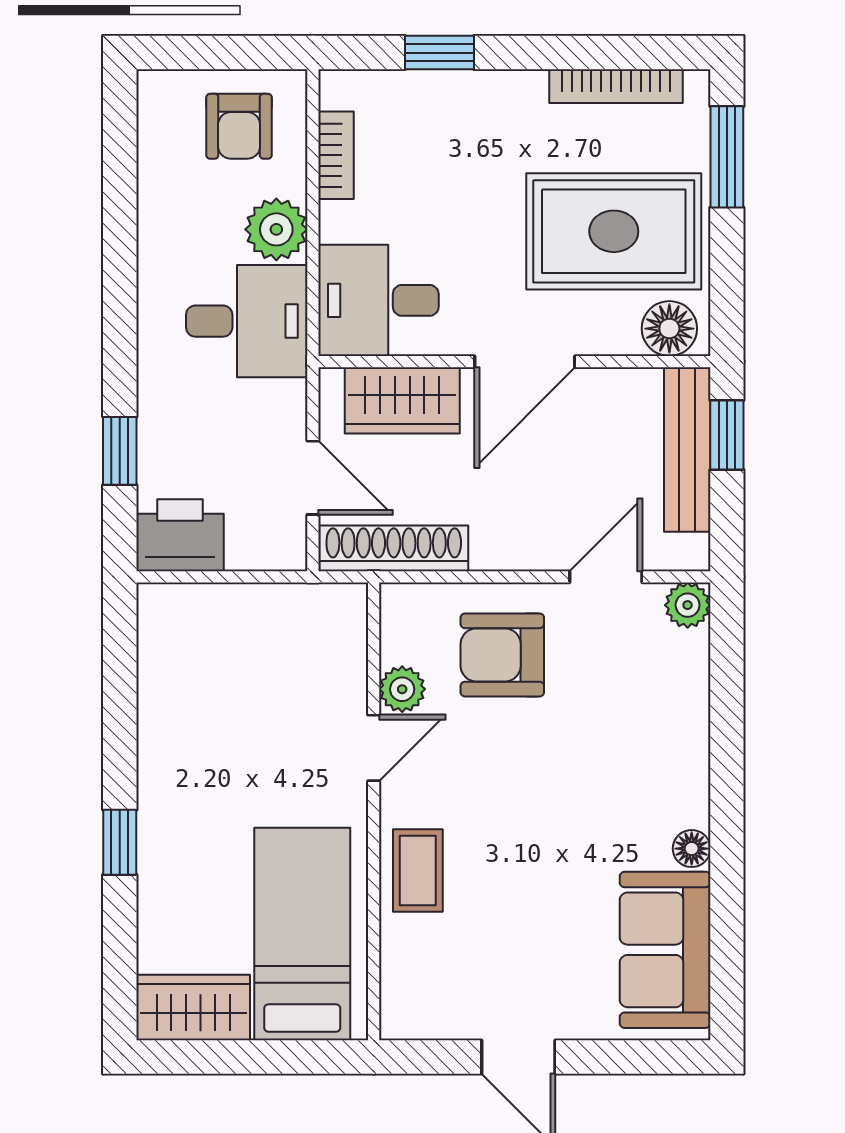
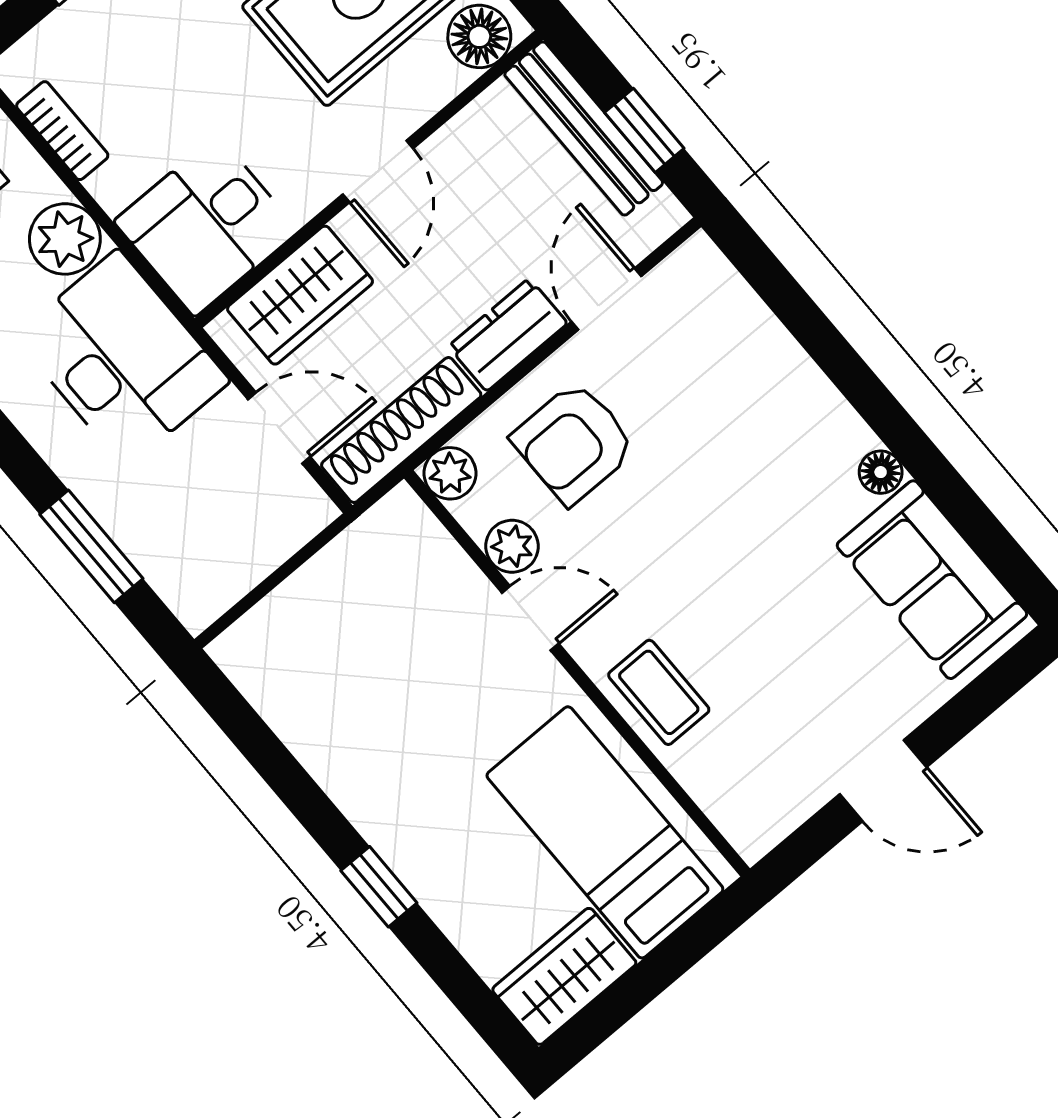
desk: (247, 321) -> (122, 359), width x1.37
door: (525, 362) -> (378, 171), width x0.73
window: (727, 435) -> (644, 130), moved
window: (120, 451) -> (91, 546), width x1.50
printer: (180, 535) -> (206, 576), removed
dresser: (519, 545) -> (508, 335), added
plant: (688, 605) -> (450, 473), moved
door: (374, 748) -> (530, 618), hinge flipped

